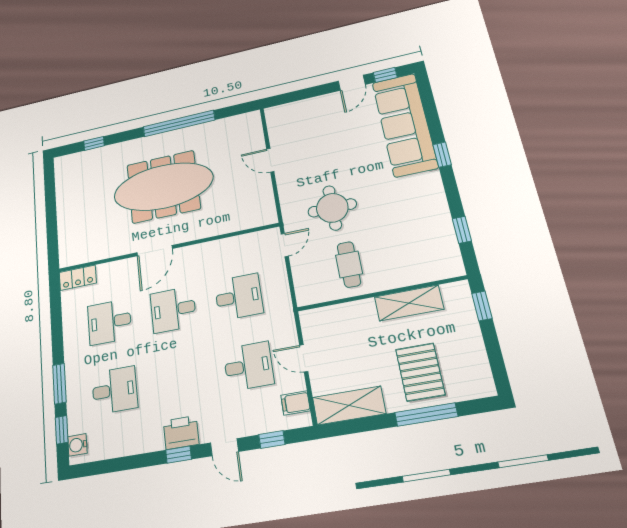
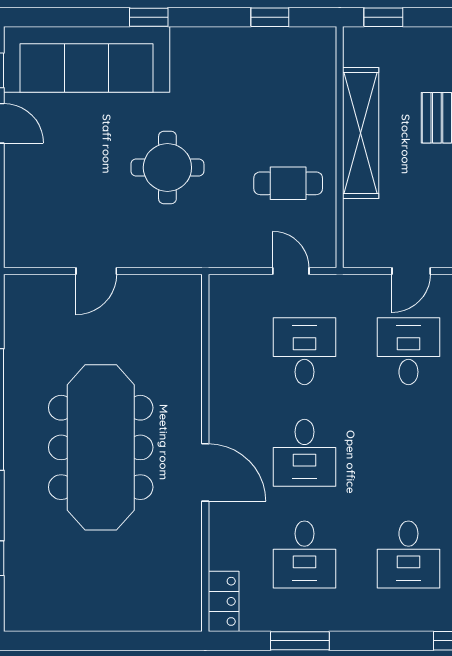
round table: (332, 208) -> (167, 168), moved
door: (285, 245) -> (291, 271), moved
shelving: (409, 303) -> (361, 133), width x1.47
window: (59, 384) -> (300, 641), moved
desk: (115, 390) -> (408, 554), turned 180

